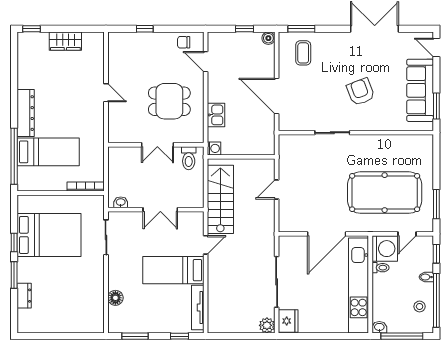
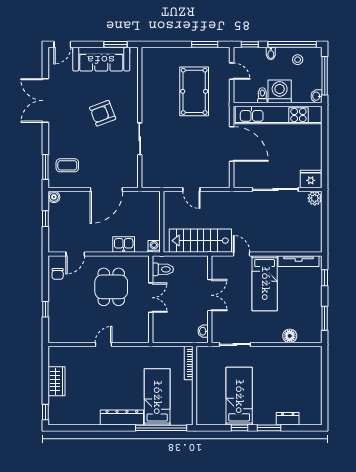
pool table: (385, 193) -> (194, 91), width x0.73, depth x0.76
bed: (49, 235) -> (239, 396), width x0.67
washing machine: (385, 249) -> (280, 91), moved

